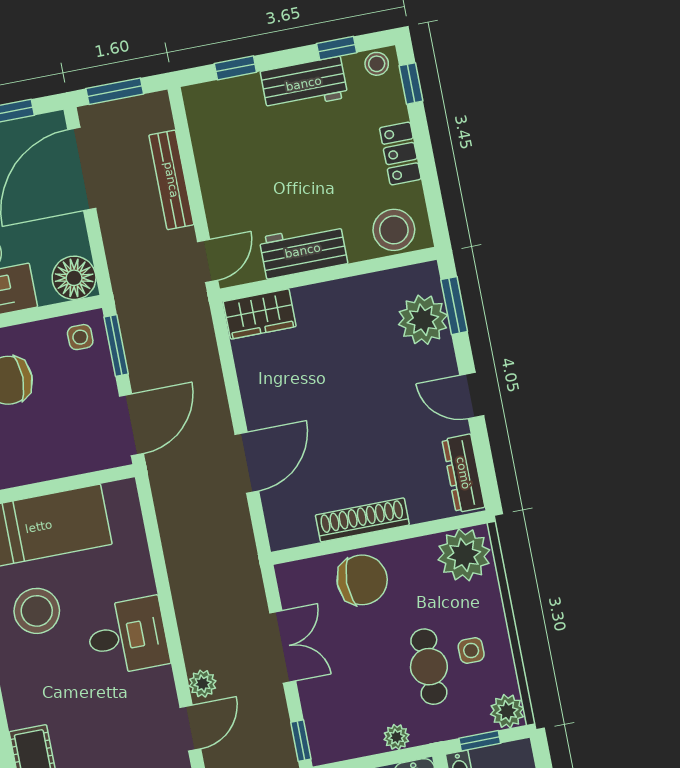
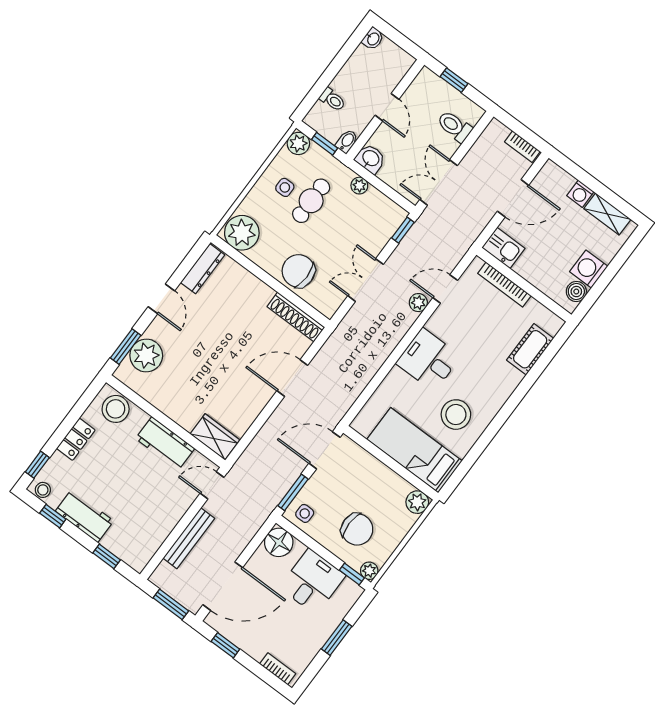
shoe rack: (362, 520) -> (296, 317), moved

